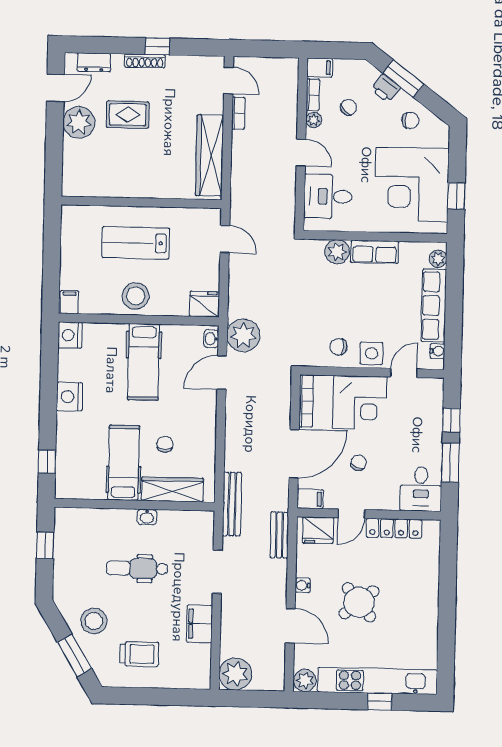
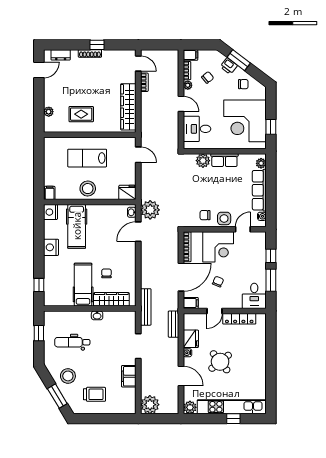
rug: (128, 115) -> (81, 114), moved
plant: (79, 122) -> (49, 112), moved, width x0.53, depth x0.53
hospital bed: (144, 362) -> (77, 226), moved
fridge: (318, 530) -> (191, 339), moved, turned -90
dental chair: (137, 568) -> (72, 342), moved

